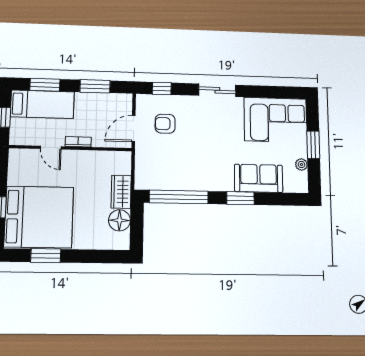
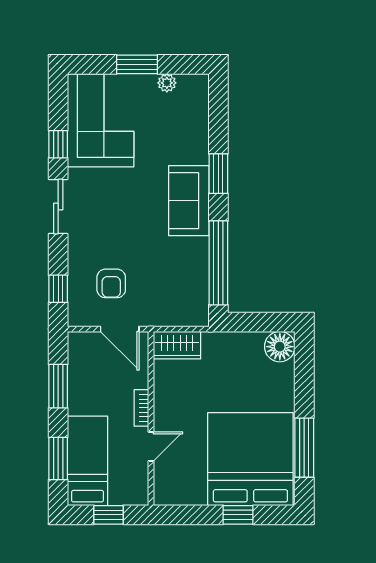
window: (259, 92) -> (58, 144), added
sofa: (259, 178) -> (189, 201), moved
wardrobe: (121, 192) -> (177, 345), moved
floor lamp: (119, 220) -> (280, 347), moved
window: (46, 256) -> (304, 448), width x1.44

